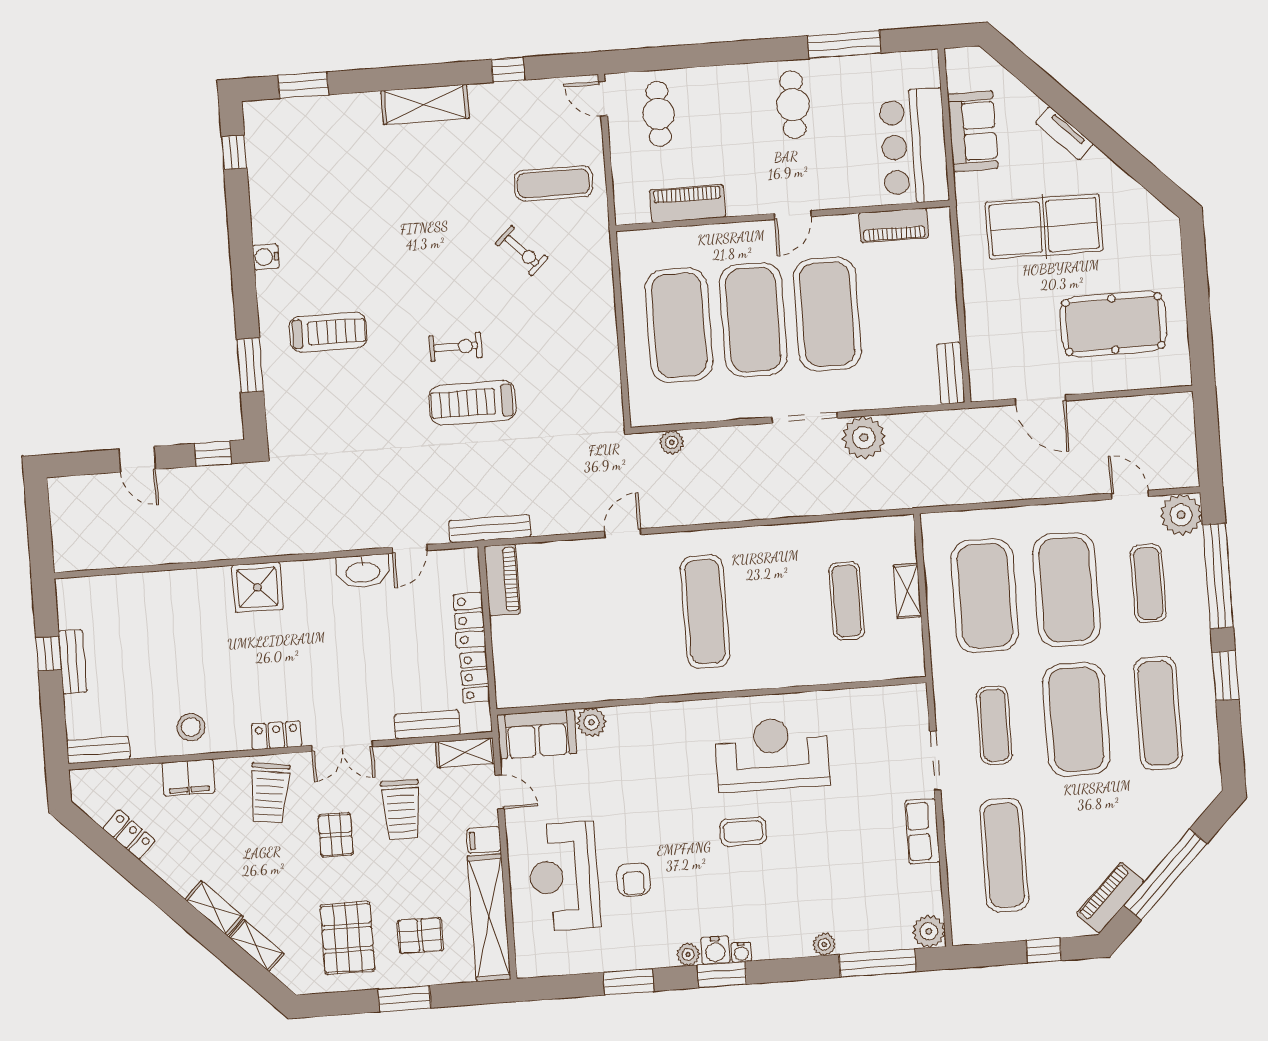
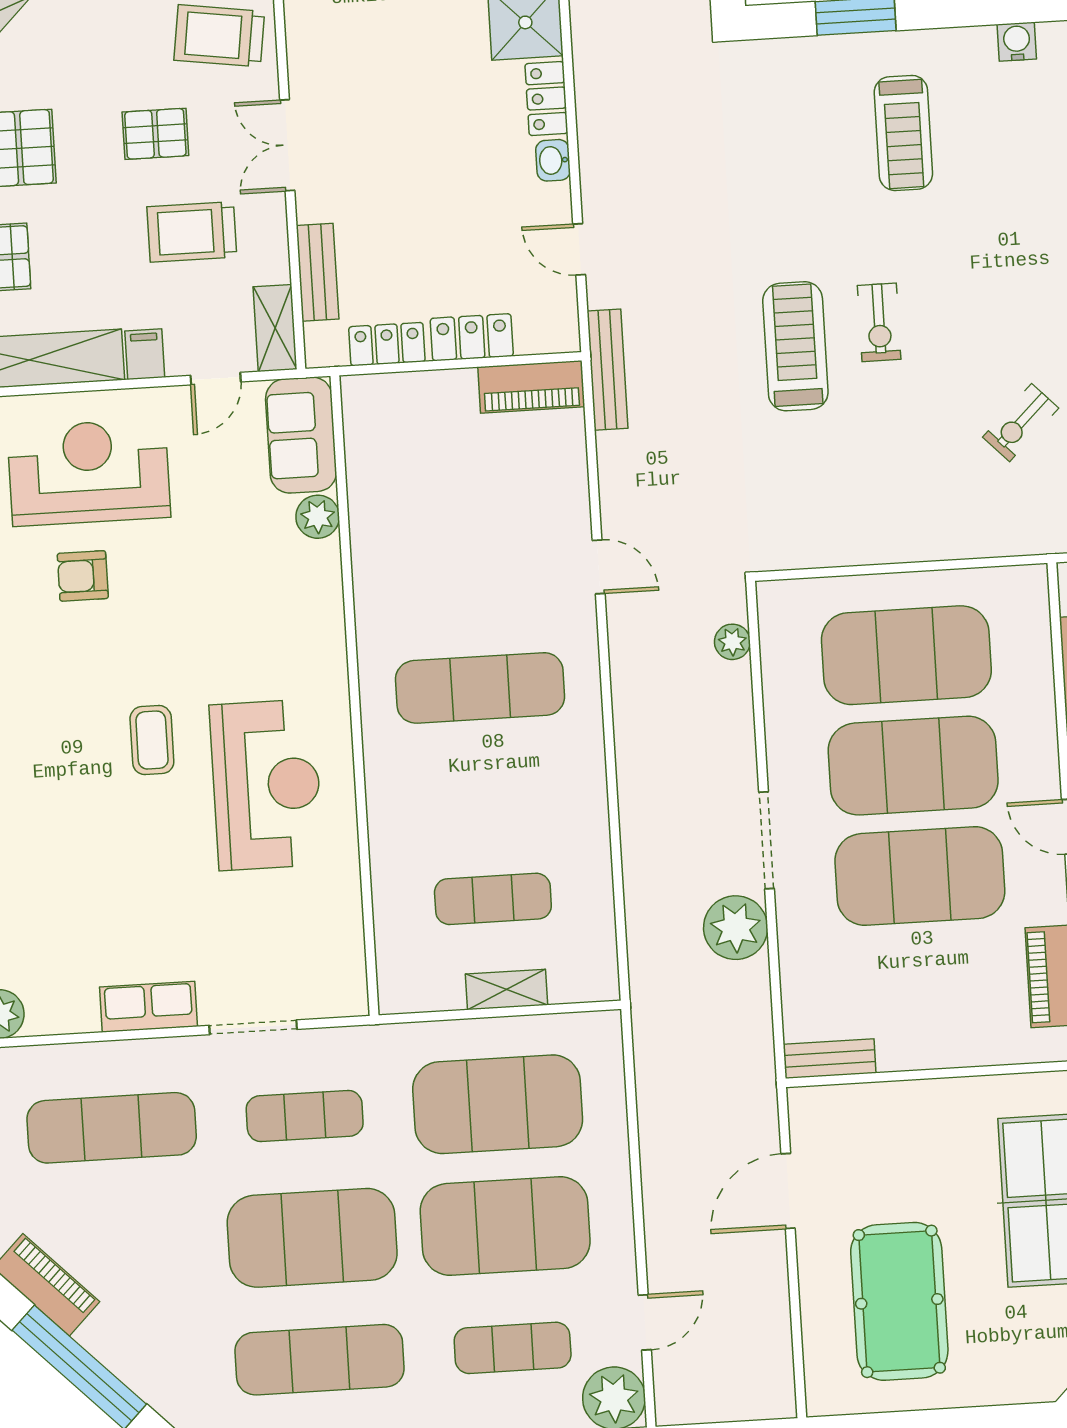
washbasin: (363, 571) -> (553, 160), width x0.52, depth x0.69
locker: (276, 735) -> (546, 99), moved, turned 180

